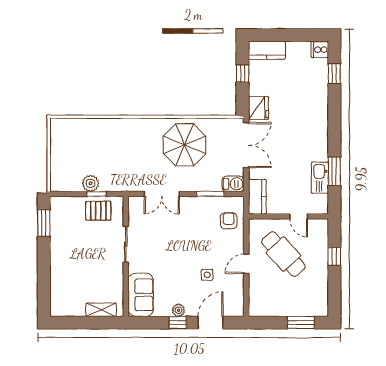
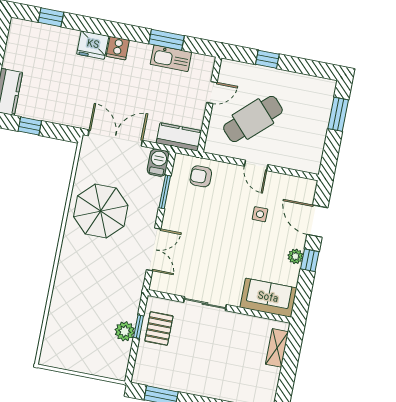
cooker: (320, 50) -> (118, 48), moved
fridge: (258, 108) -> (93, 45), moved, turned 180

